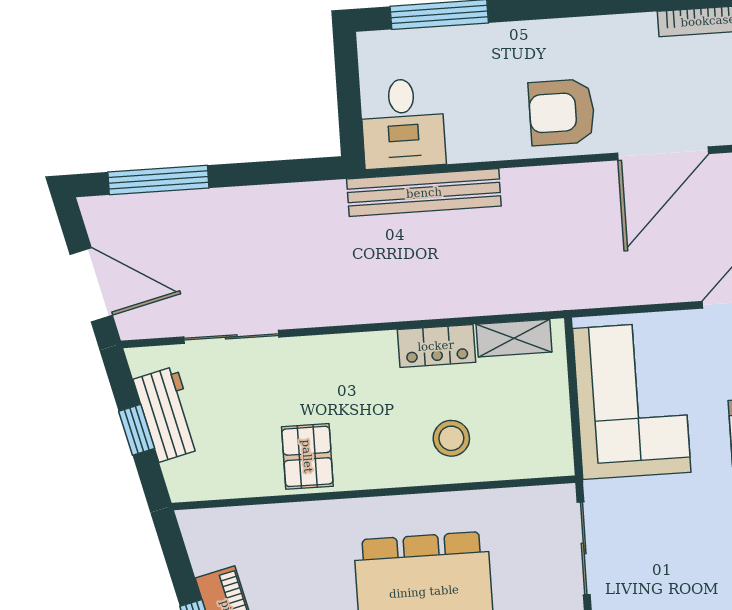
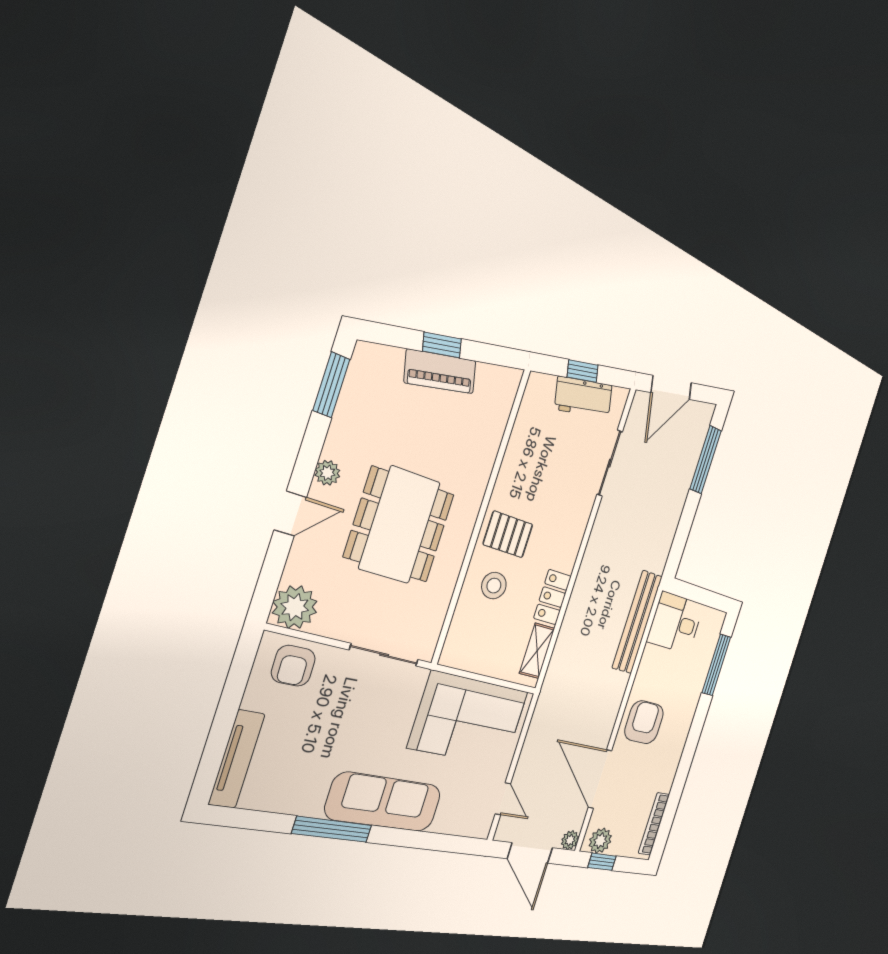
pallet: (307, 456) -> (508, 534), moved

